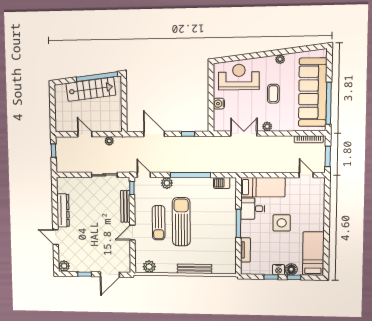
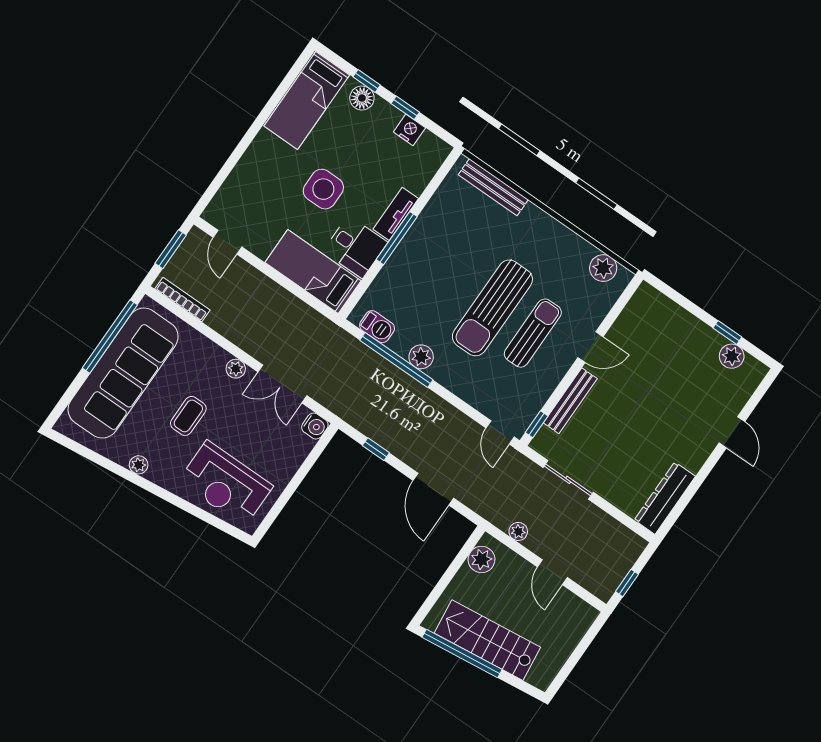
water cooler: (219, 104) -> (315, 426), moved
plant: (116, 120) -> (481, 559), added
window: (190, 175) -> (396, 360), moved
plant: (167, 183) -> (421, 357), moved
dresser: (63, 210) -> (665, 498), moved
tv unit: (245, 250) -> (396, 214), moved
plant: (64, 266) -> (732, 356), moved
bench: (195, 269) -> (493, 187), moved
nightstand: (279, 270) -> (409, 130), moved
door: (110, 274) -> (683, 301), removed

